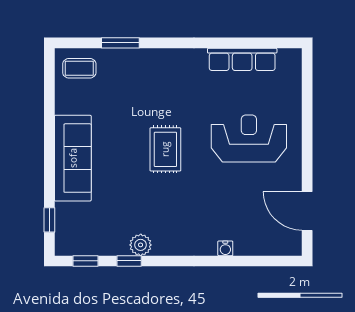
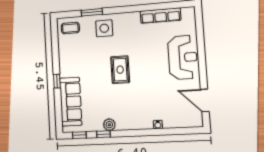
side table: (141, 74) -> (104, 28), added
reception desk: (249, 139) -> (183, 57), moved, turned 90
sofa: (73, 158) -> (71, 102), moved
window: (49, 220) -> (57, 81), moved

